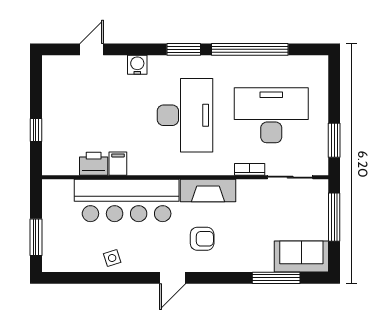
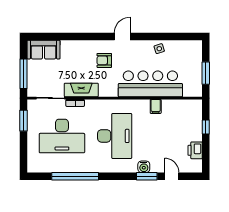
door: (92, 49) -> (172, 176), swing flipped
window: (184, 49) -> (147, 176), moved
desk: (185, 115) -> (115, 136), turned 180
printer: (94, 164) -> (195, 150), moved, turned 90
fireplace: (208, 190) -> (81, 90), moved
window: (36, 237) -> (206, 73), moved
window: (276, 278) -> (59, 37), removed

